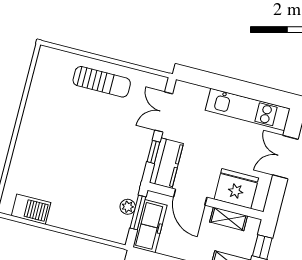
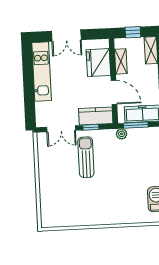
sun lounger: (102, 82) -> (86, 157), moved
door: (190, 197) -> (114, 92), hinge flipped
plant: (128, 207) -> (122, 134), moved

